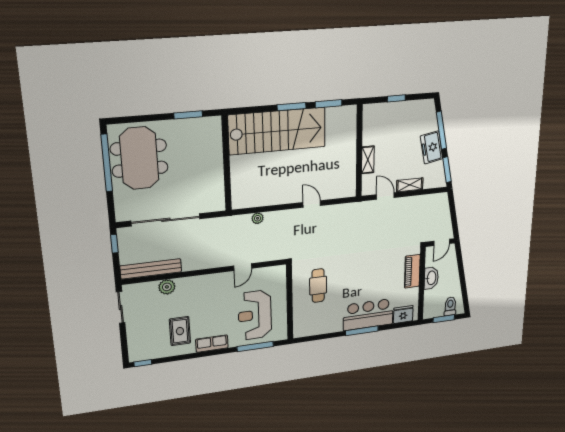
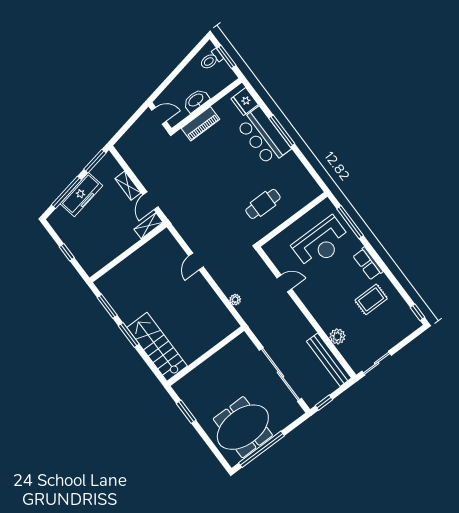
stairs: (277, 131) -> (157, 347), width x0.73, depth x0.66
freezer: (432, 147) -> (81, 195), width x1.40
shelving: (368, 160) -> (149, 226), moved

